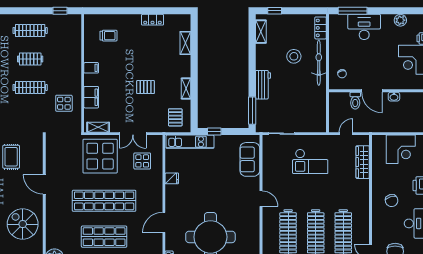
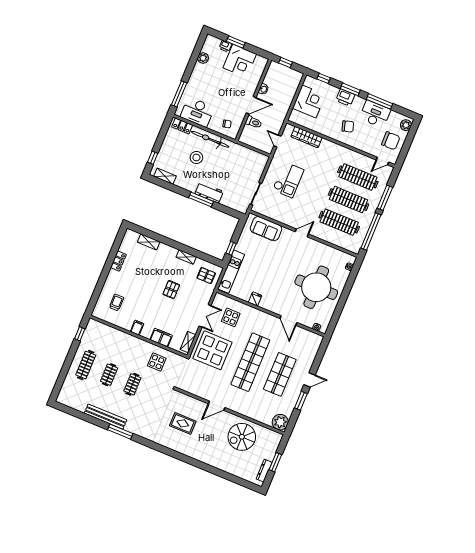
desk: (364, 27) -> (197, 112), moved, turned -90
clothes rail: (30, 87) -> (132, 384), width x0.73
window: (252, 111) -> (201, 200), moved

